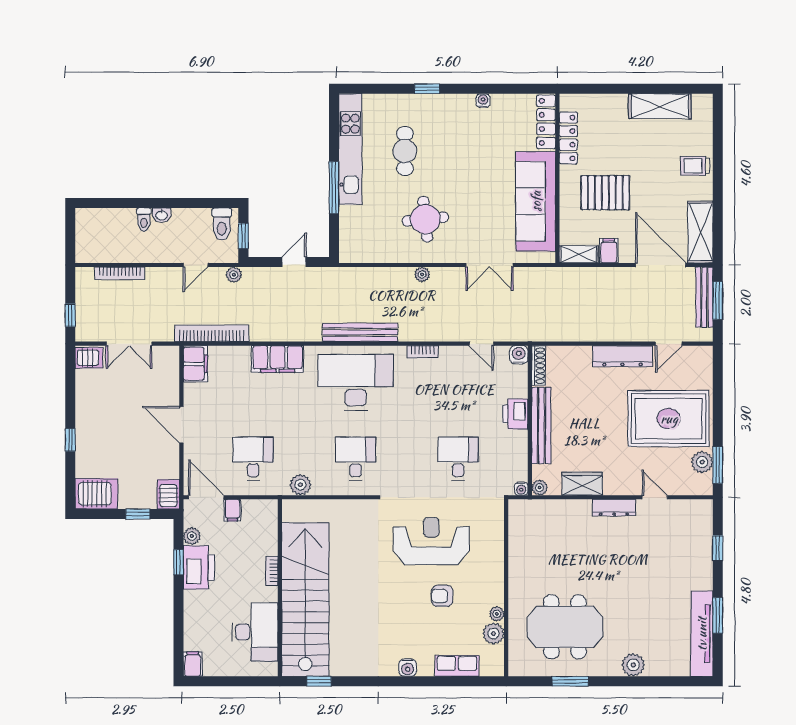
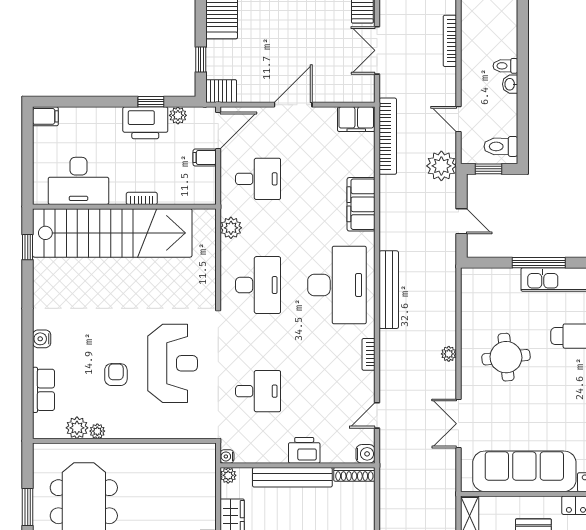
plant: (234, 275) -> (441, 166), width x1.87, depth x1.87
desk: (356, 459) -> (258, 285), width x1.37

